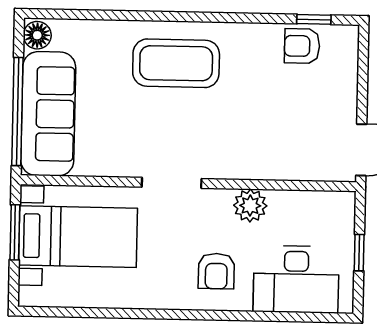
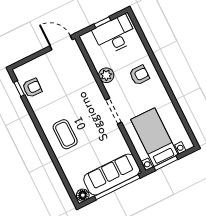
armchair: (302, 46) -> (32, 88), turned -88
coffee table: (176, 63) -> (65, 134), width x0.73, depth x0.76
desk: (296, 279) -> (115, 35), moved, turned -90

